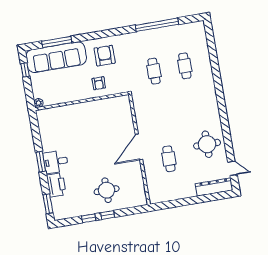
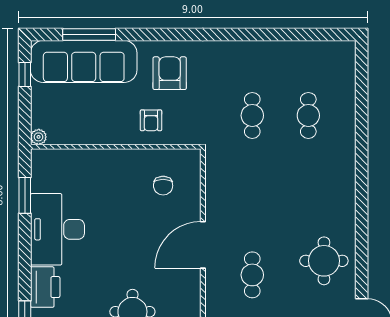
window: (157, 25) -> (272, 35), removed
chair: (112, 118) -> (163, 186), added
window: (41, 162) -> (25, 195), moved
desk: (56, 162) -> (57, 229), width x1.87, depth x1.30

